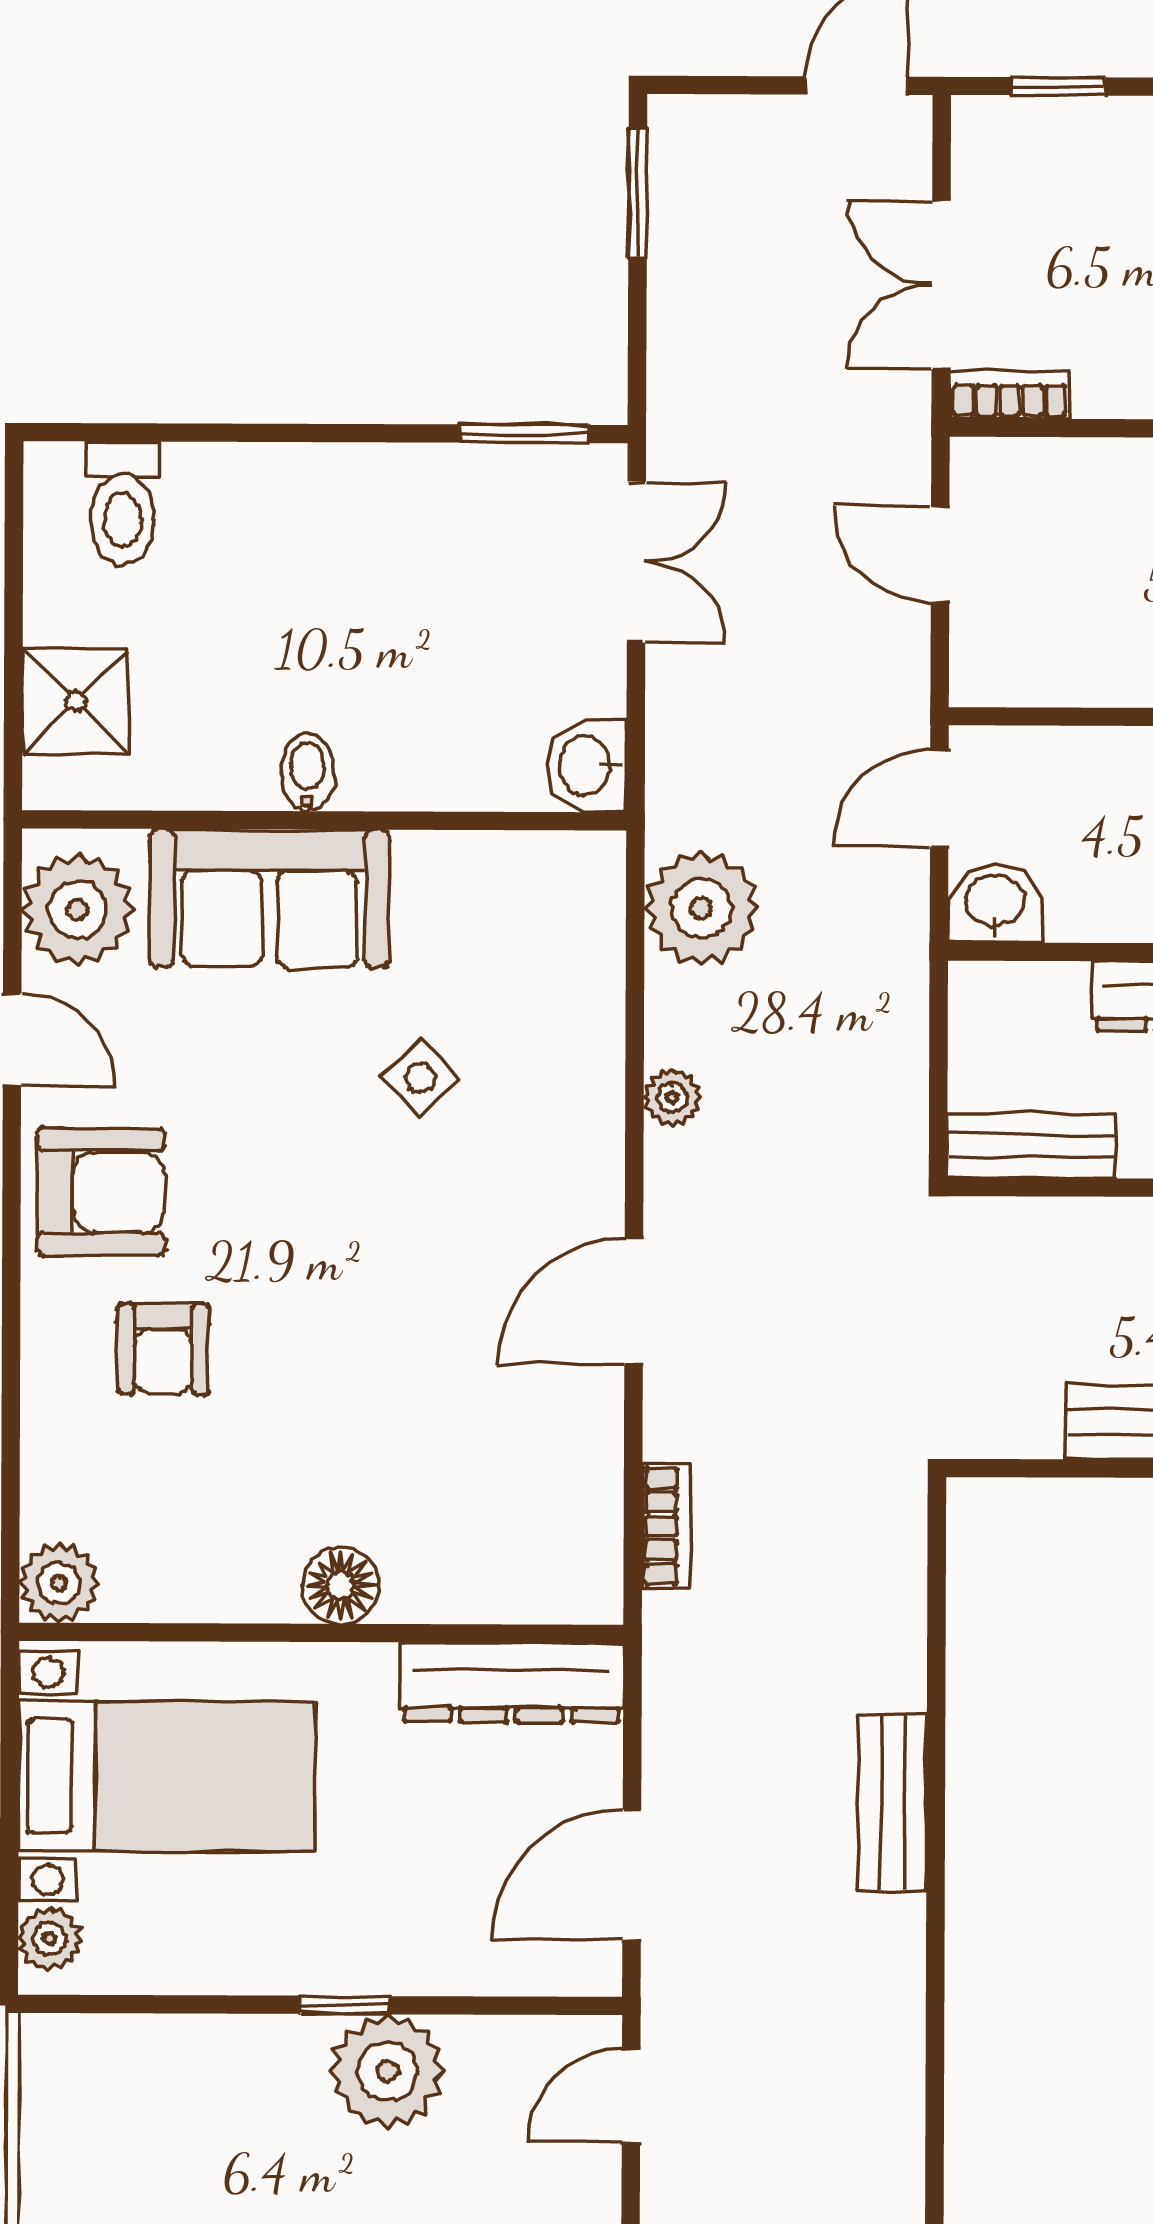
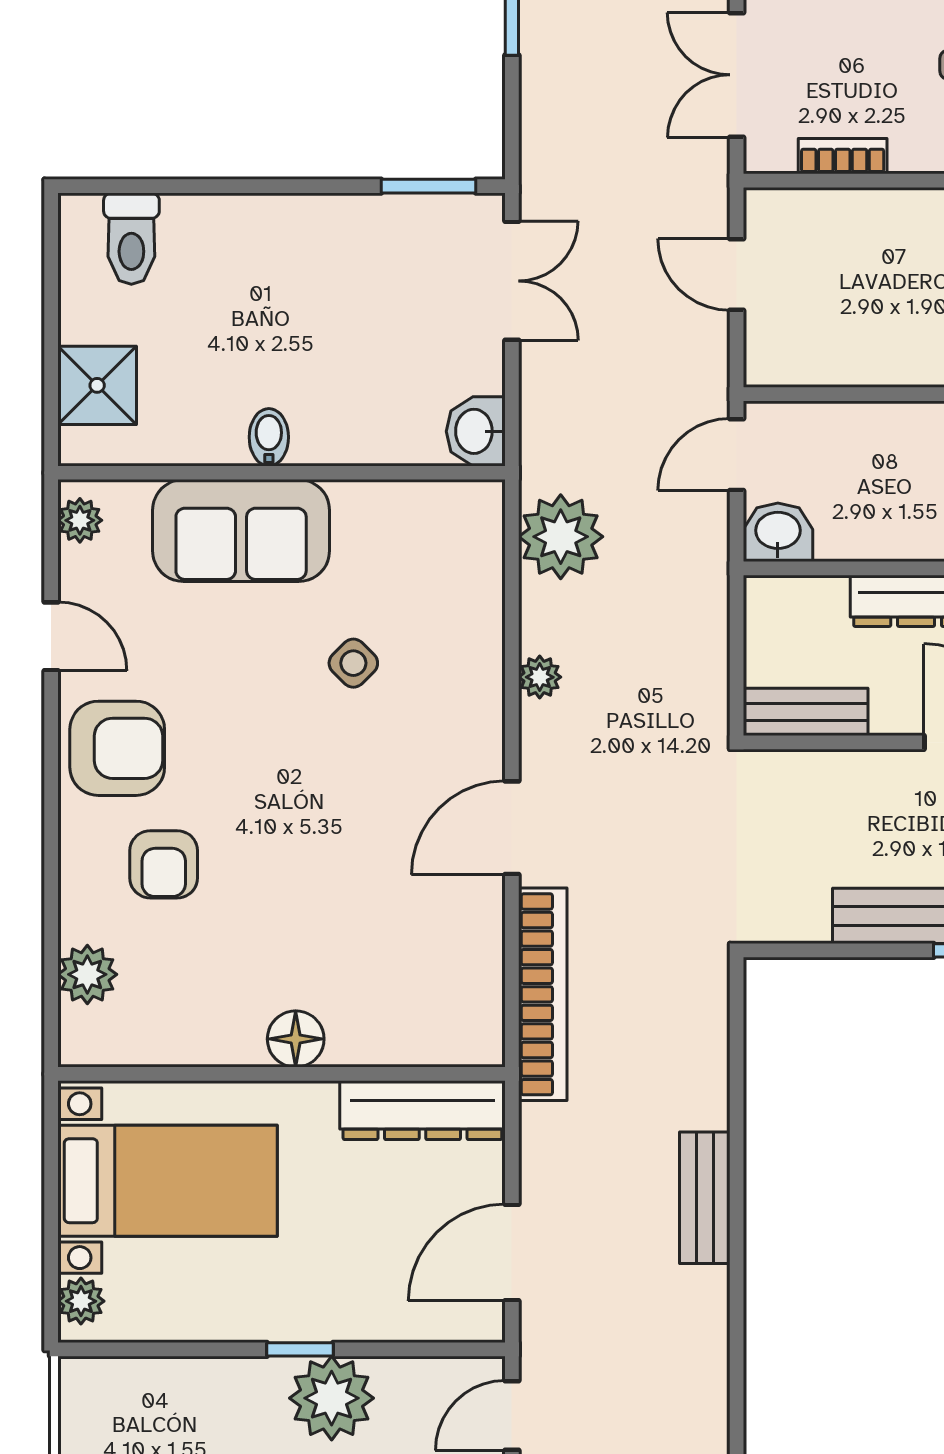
bookcase: (1010, 395) -> (843, 156), moved
plant: (77, 910) -> (80, 520), width x0.53, depth x0.53
bookcase: (667, 1526) -> (543, 994), width x2.31, depth x1.31
plant: (59, 1583) -> (87, 974), moved

